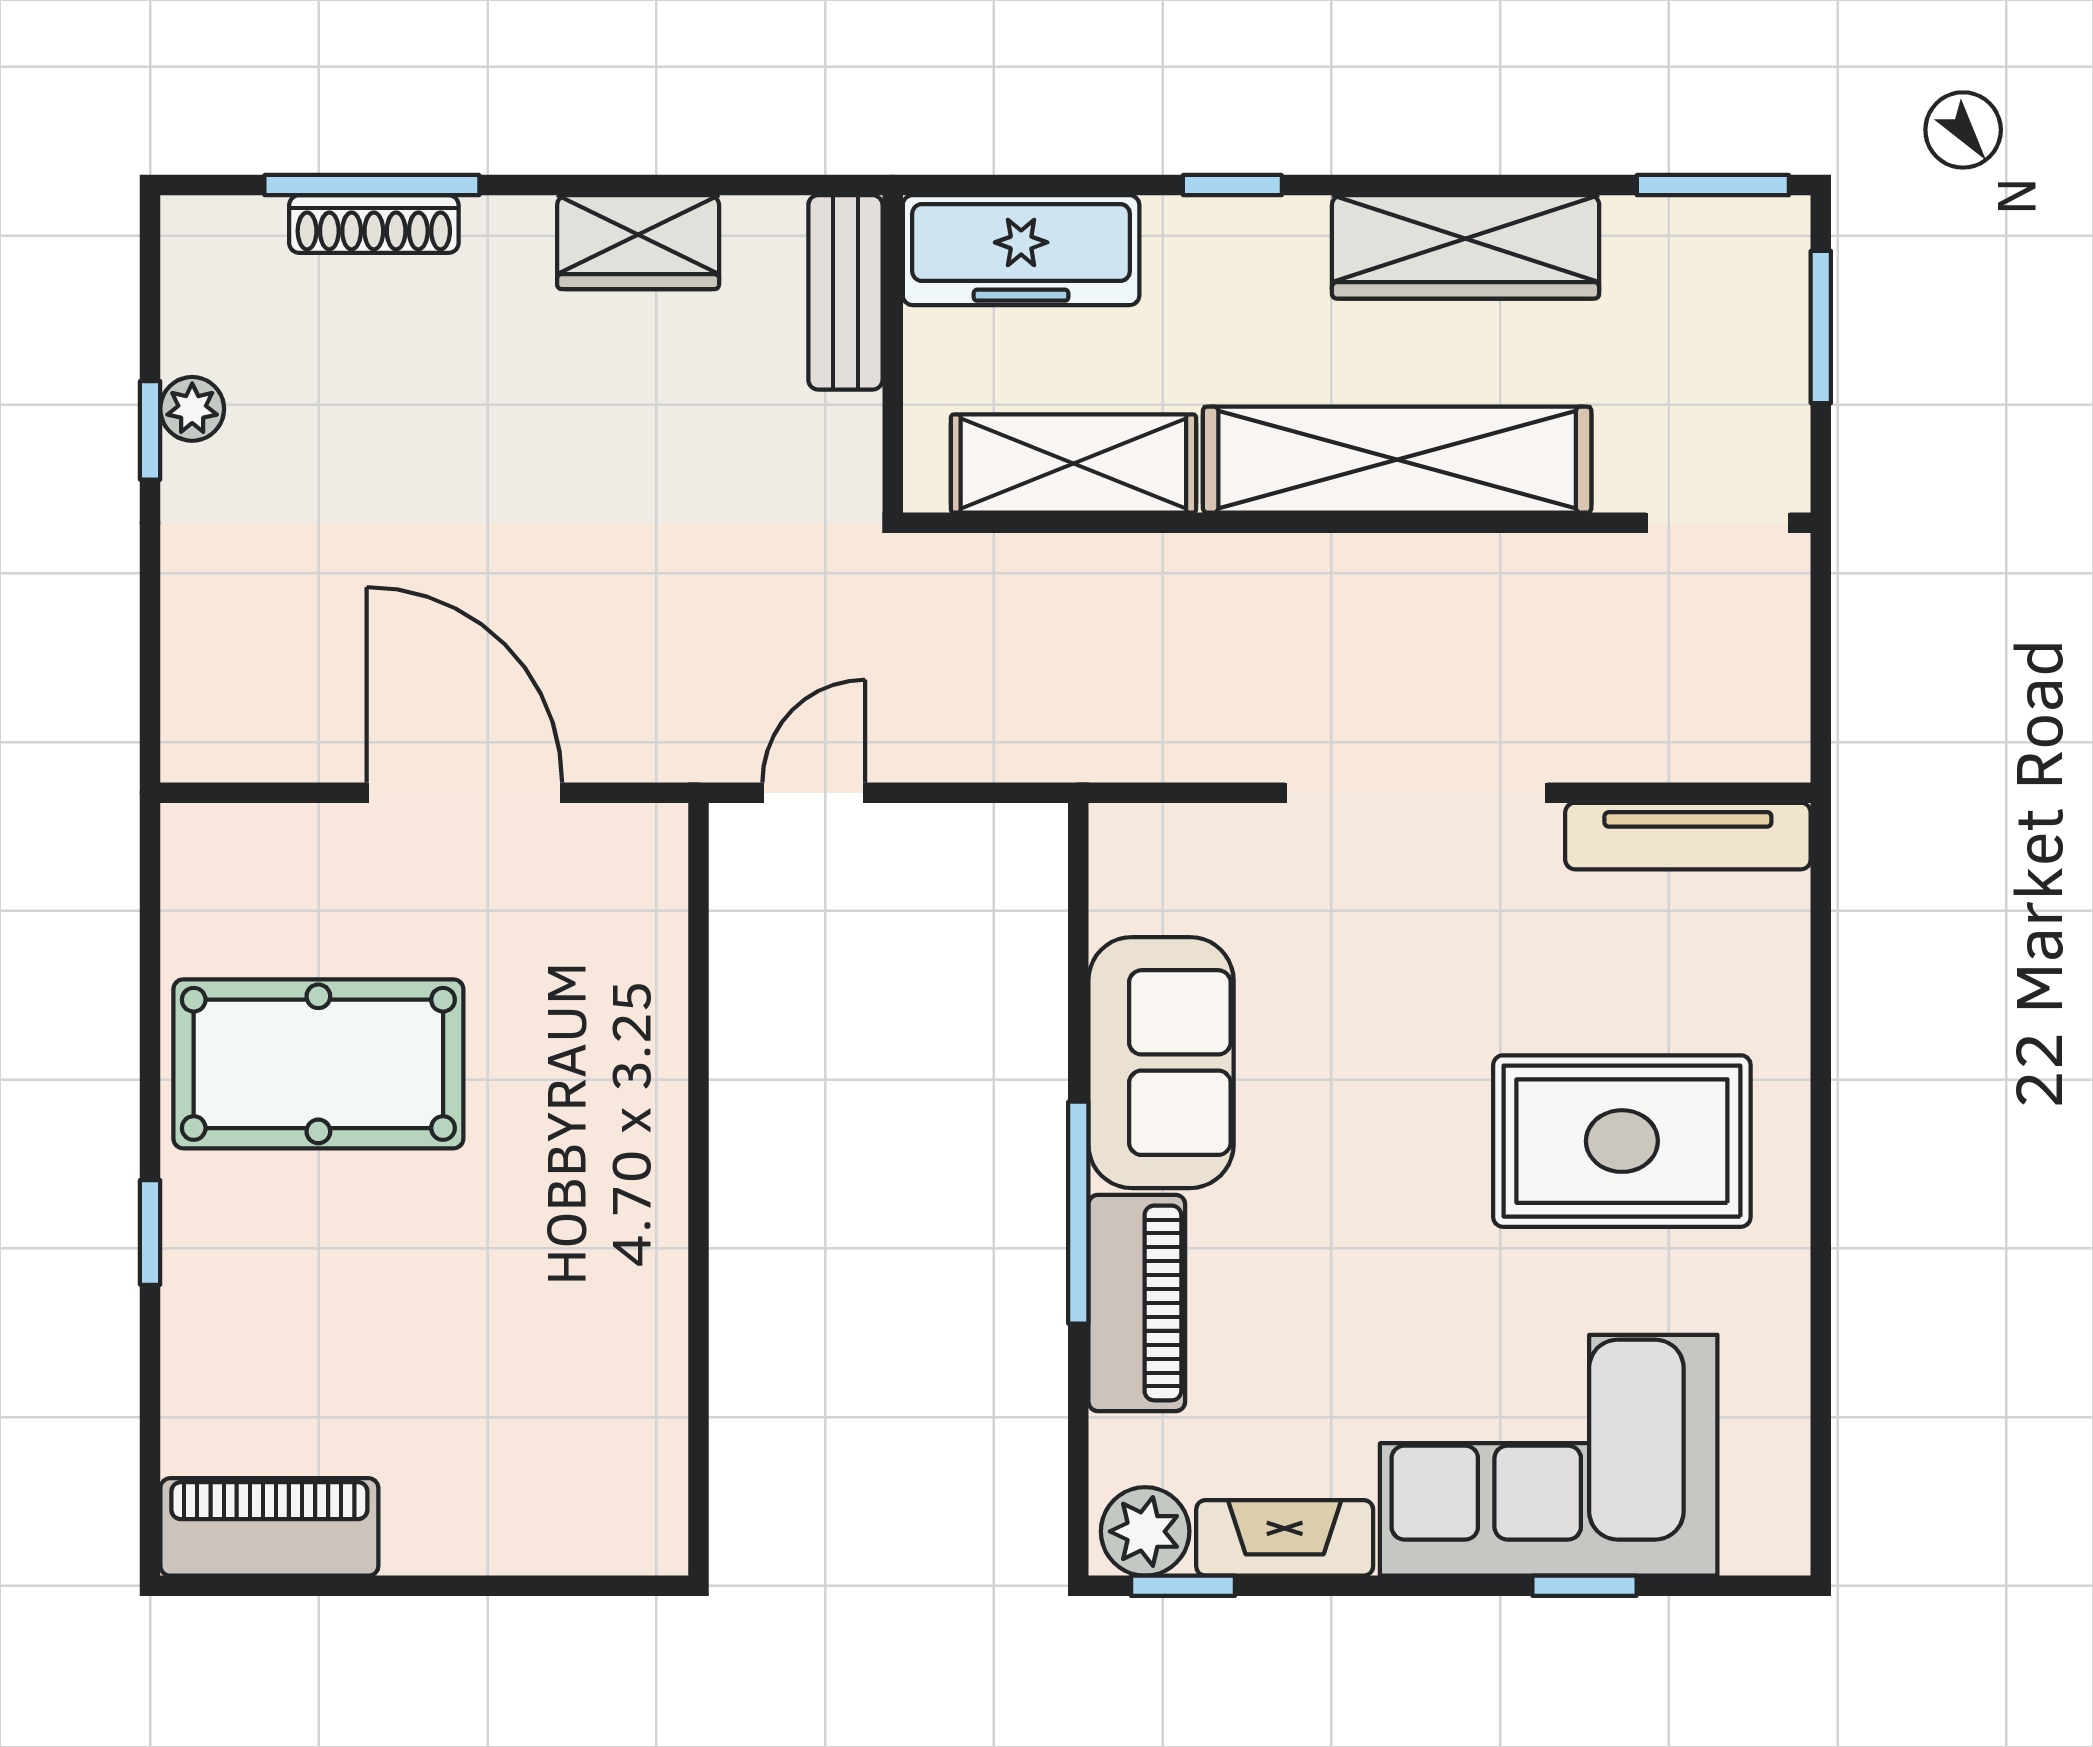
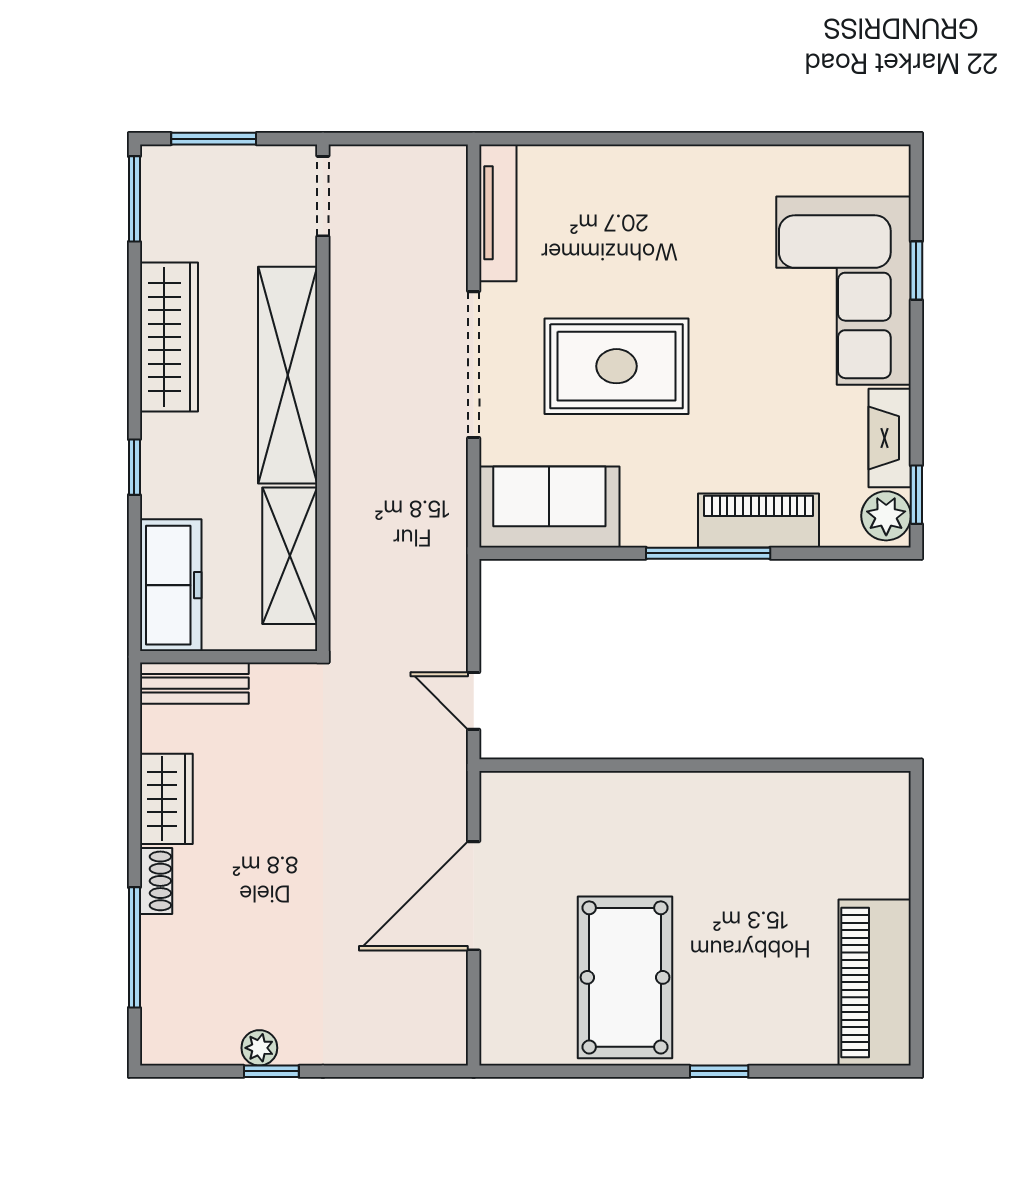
shoe rack: (374, 224) -> (156, 881), moved, width x0.70
sofa: (1161, 1063) -> (549, 507), moved
rug: (1622, 1141) -> (616, 366), moved, turned 90
piano: (269, 1527) -> (875, 982), width x1.37, depth x1.33

